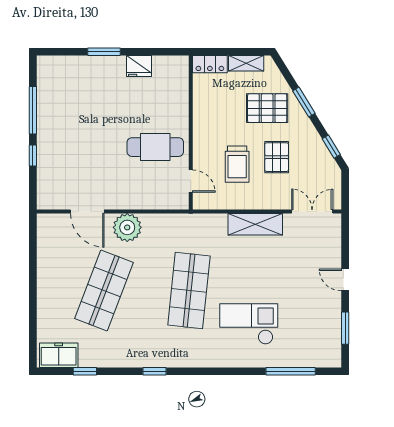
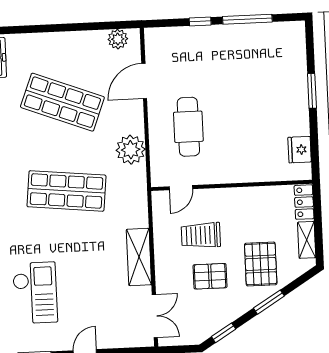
fridge: (139, 66) -> (300, 150), moved
cafe table: (155, 147) -> (188, 127), moved
plant: (127, 227) -> (131, 150), moved
plant: (46, 235) -> (118, 39), added
checkout: (249, 324) -> (35, 293), moved

